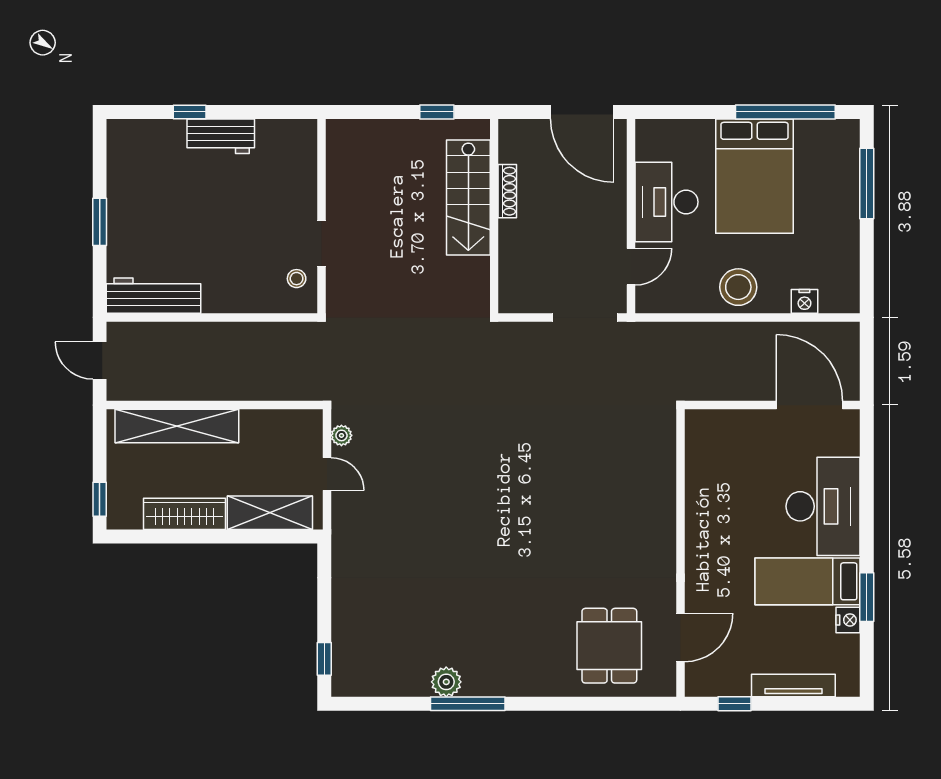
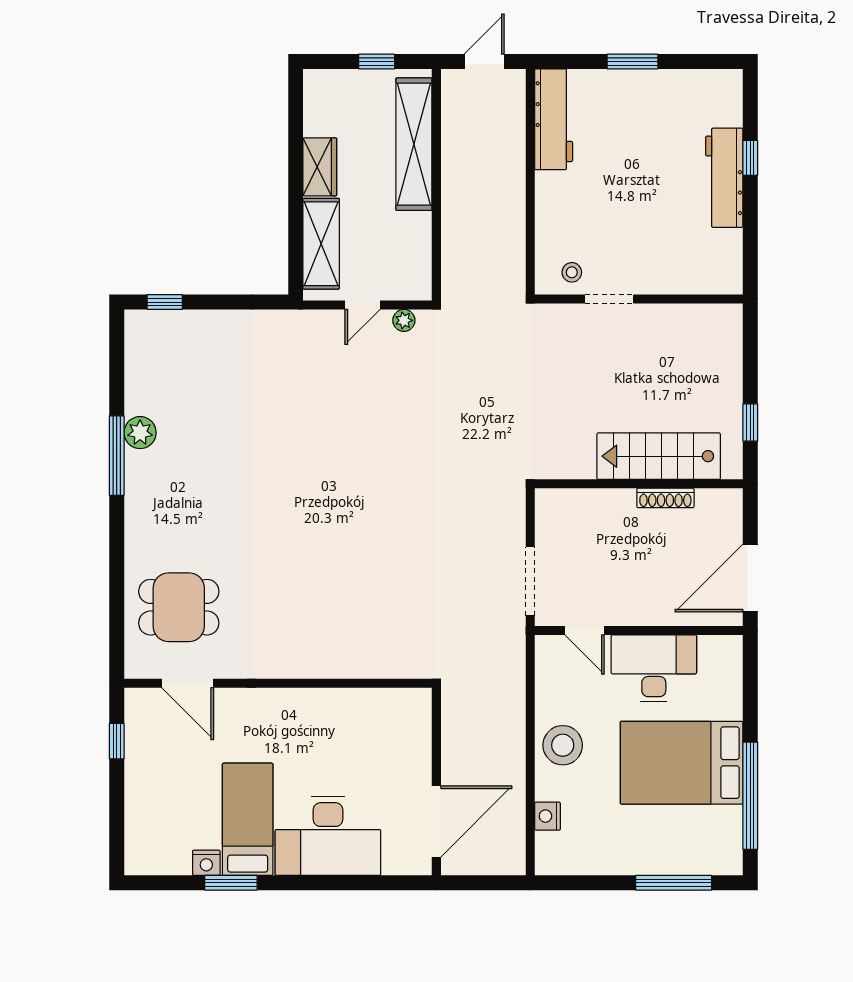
workbench: (221, 136) -> (724, 178), width x1.38
window: (100, 499) -> (377, 62), moved
wardrobe: (184, 514) -> (320, 167), width x0.67
tv unit: (793, 686) -> (136, 804), removed

